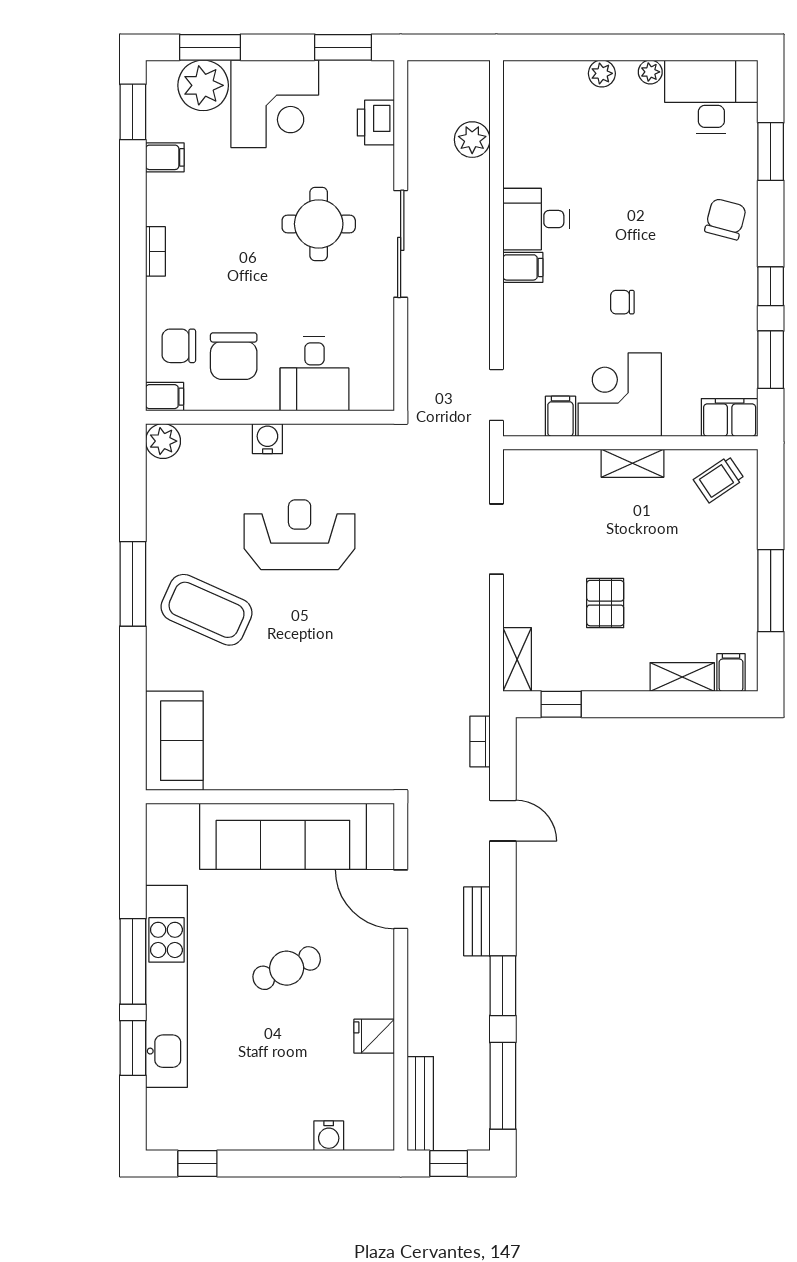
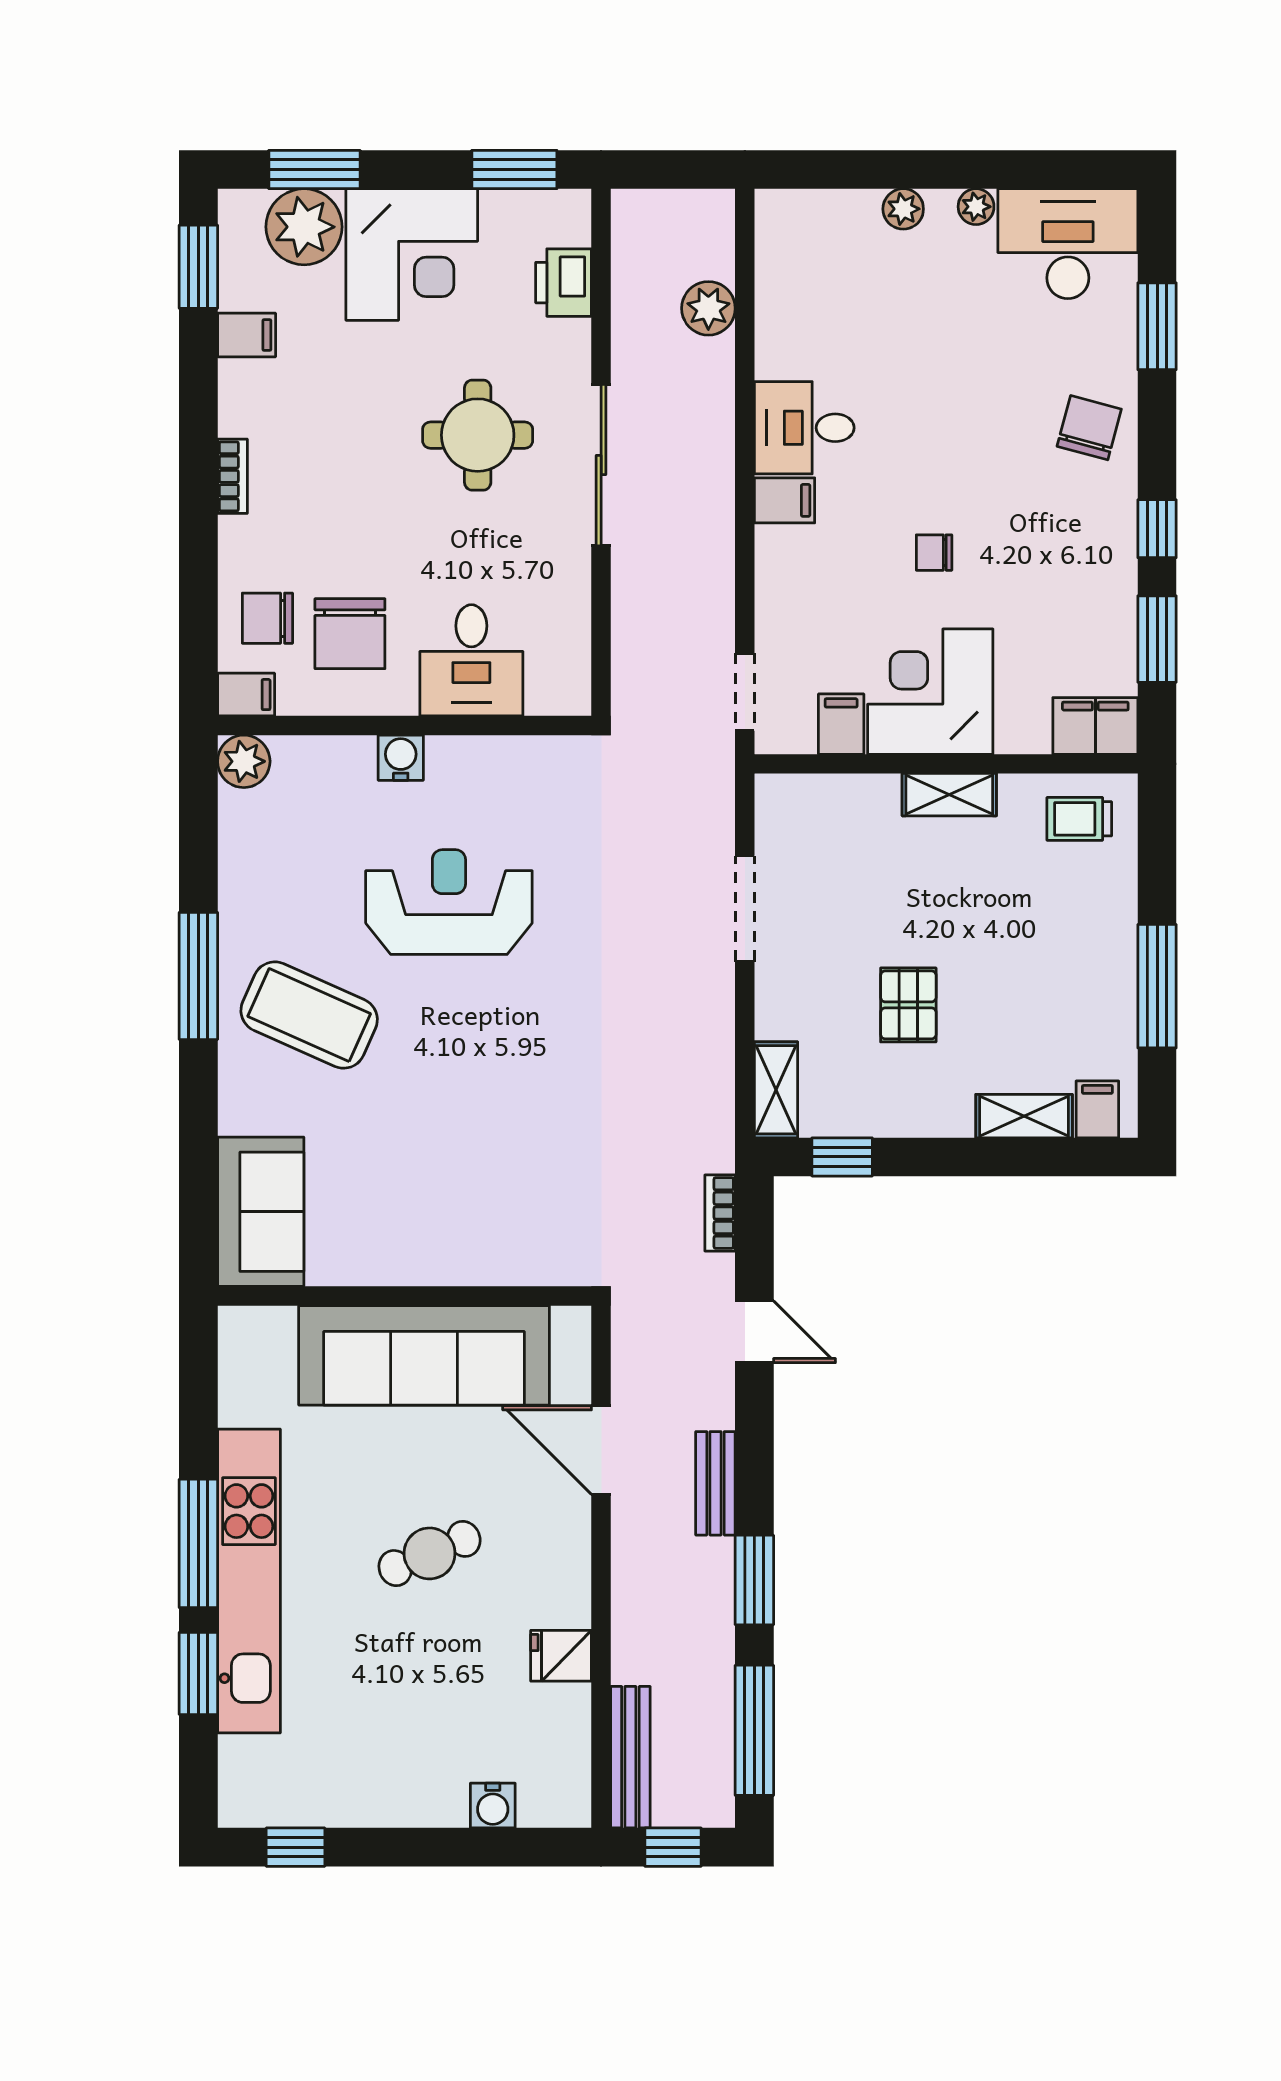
trolley: (719, 479) -> (1079, 819), turned 34

